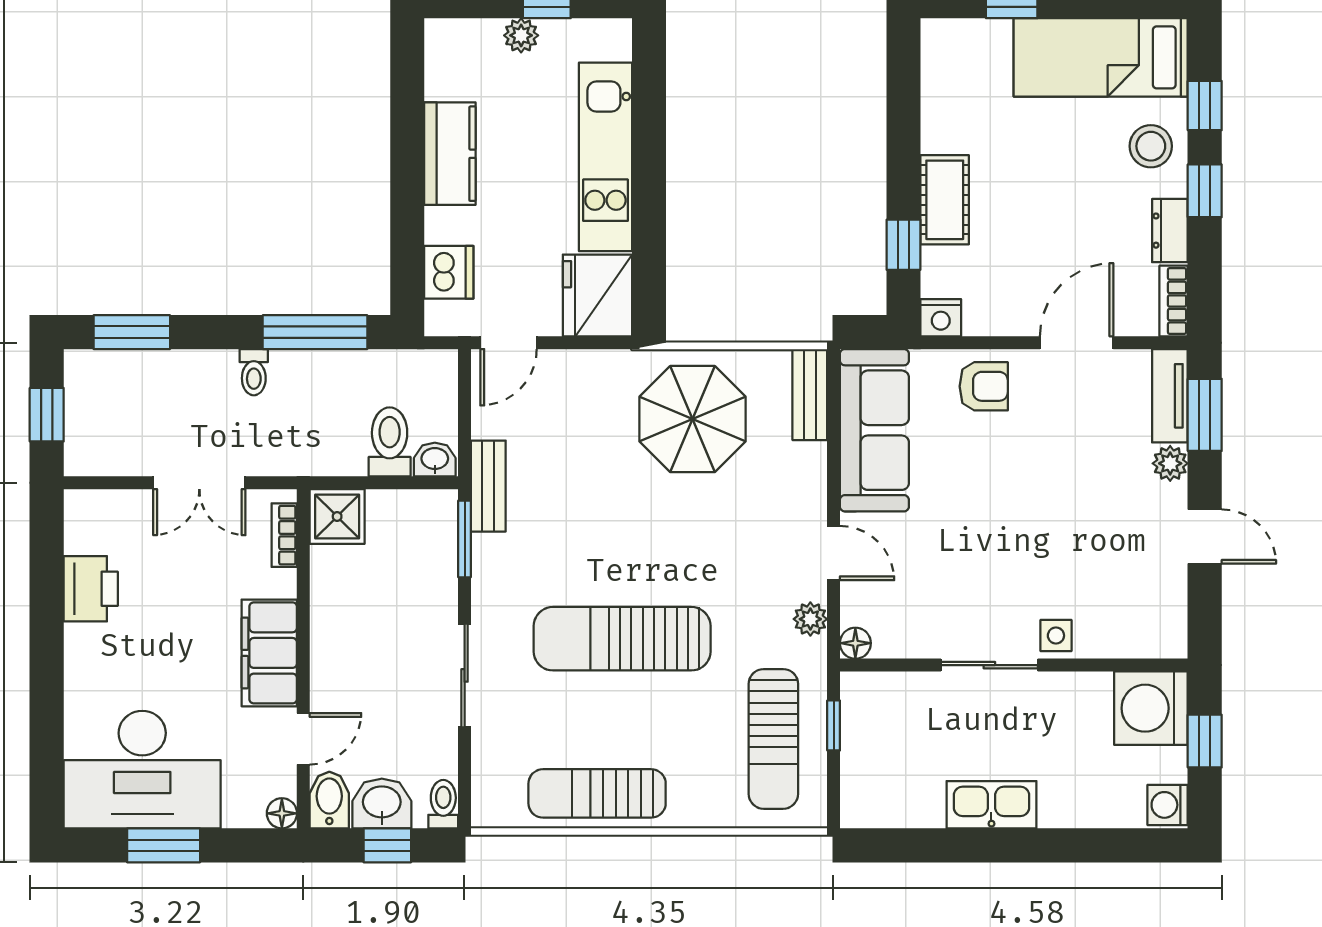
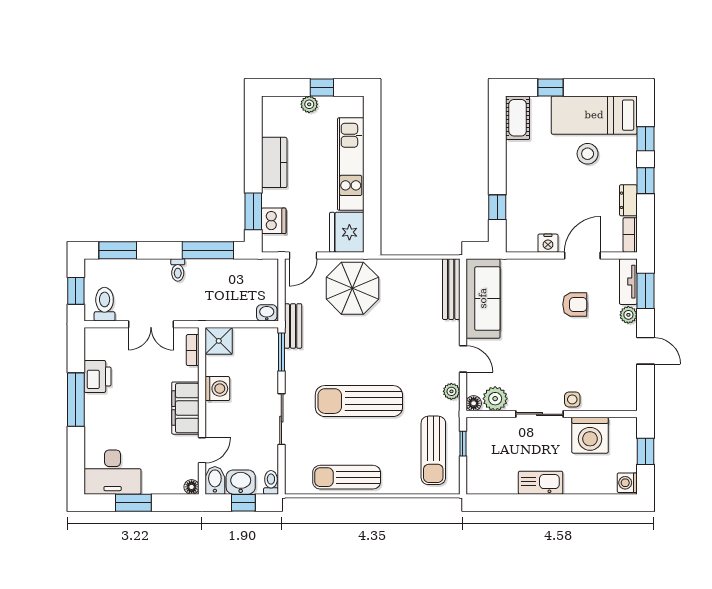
stool: (1151, 146) -> (588, 154), moved
cot: (945, 200) -> (518, 118), moved
window: (407, 253) -> (253, 211), added
nightstand: (941, 318) -> (548, 243), moved
armchair: (984, 386) -> (575, 304), moved
bench: (810, 395) -> (451, 289), width x1.36
parasol: (692, 419) -> (352, 288), moved
toilet: (390, 442) -> (105, 304), moved
washing machine: (334, 613) -> (217, 389), added
plant: (899, 634) -> (495, 399), added
window: (47, 636) -> (76, 400), added
washing machine: (1151, 708) -> (590, 435), moved, turned -90
desk: (142, 770) -> (113, 472), width x0.73, depth x0.77

